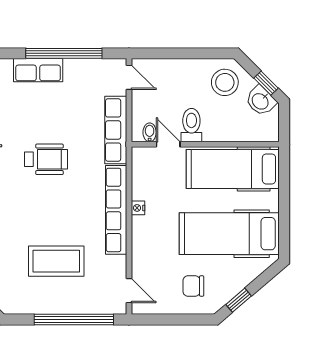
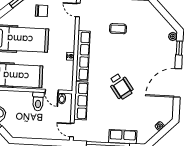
stool: (225, 82) -> (18, 124), removed
wheelchair: (46, 159) -> (121, 86), turned -126
coffee table: (56, 261) -> (118, 29), width x0.54, depth x0.58

